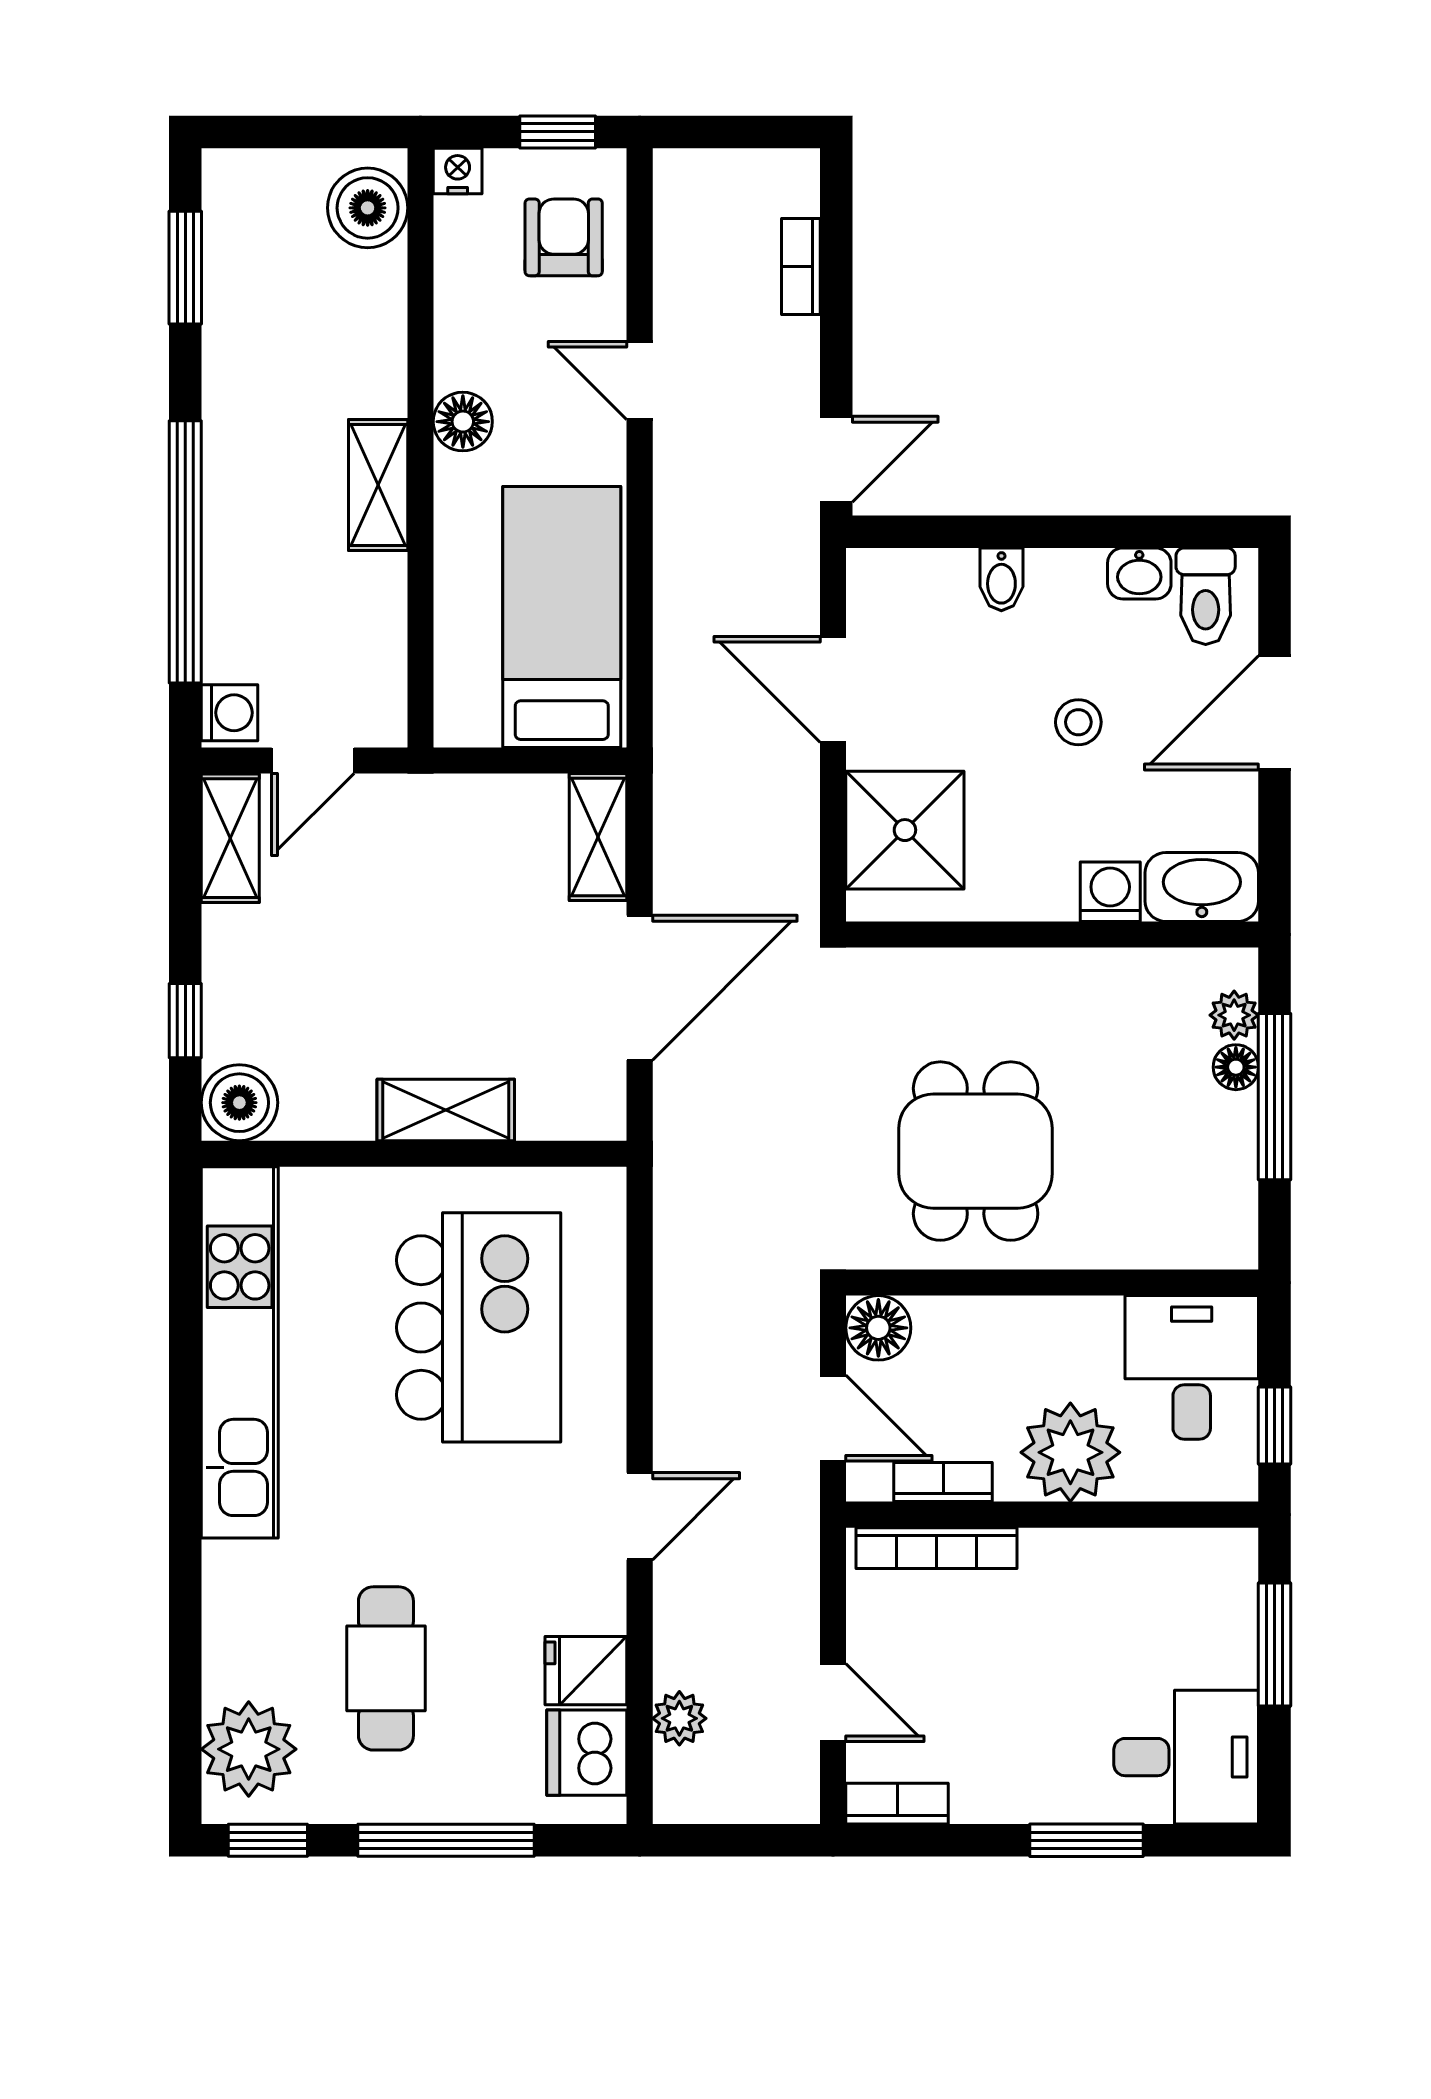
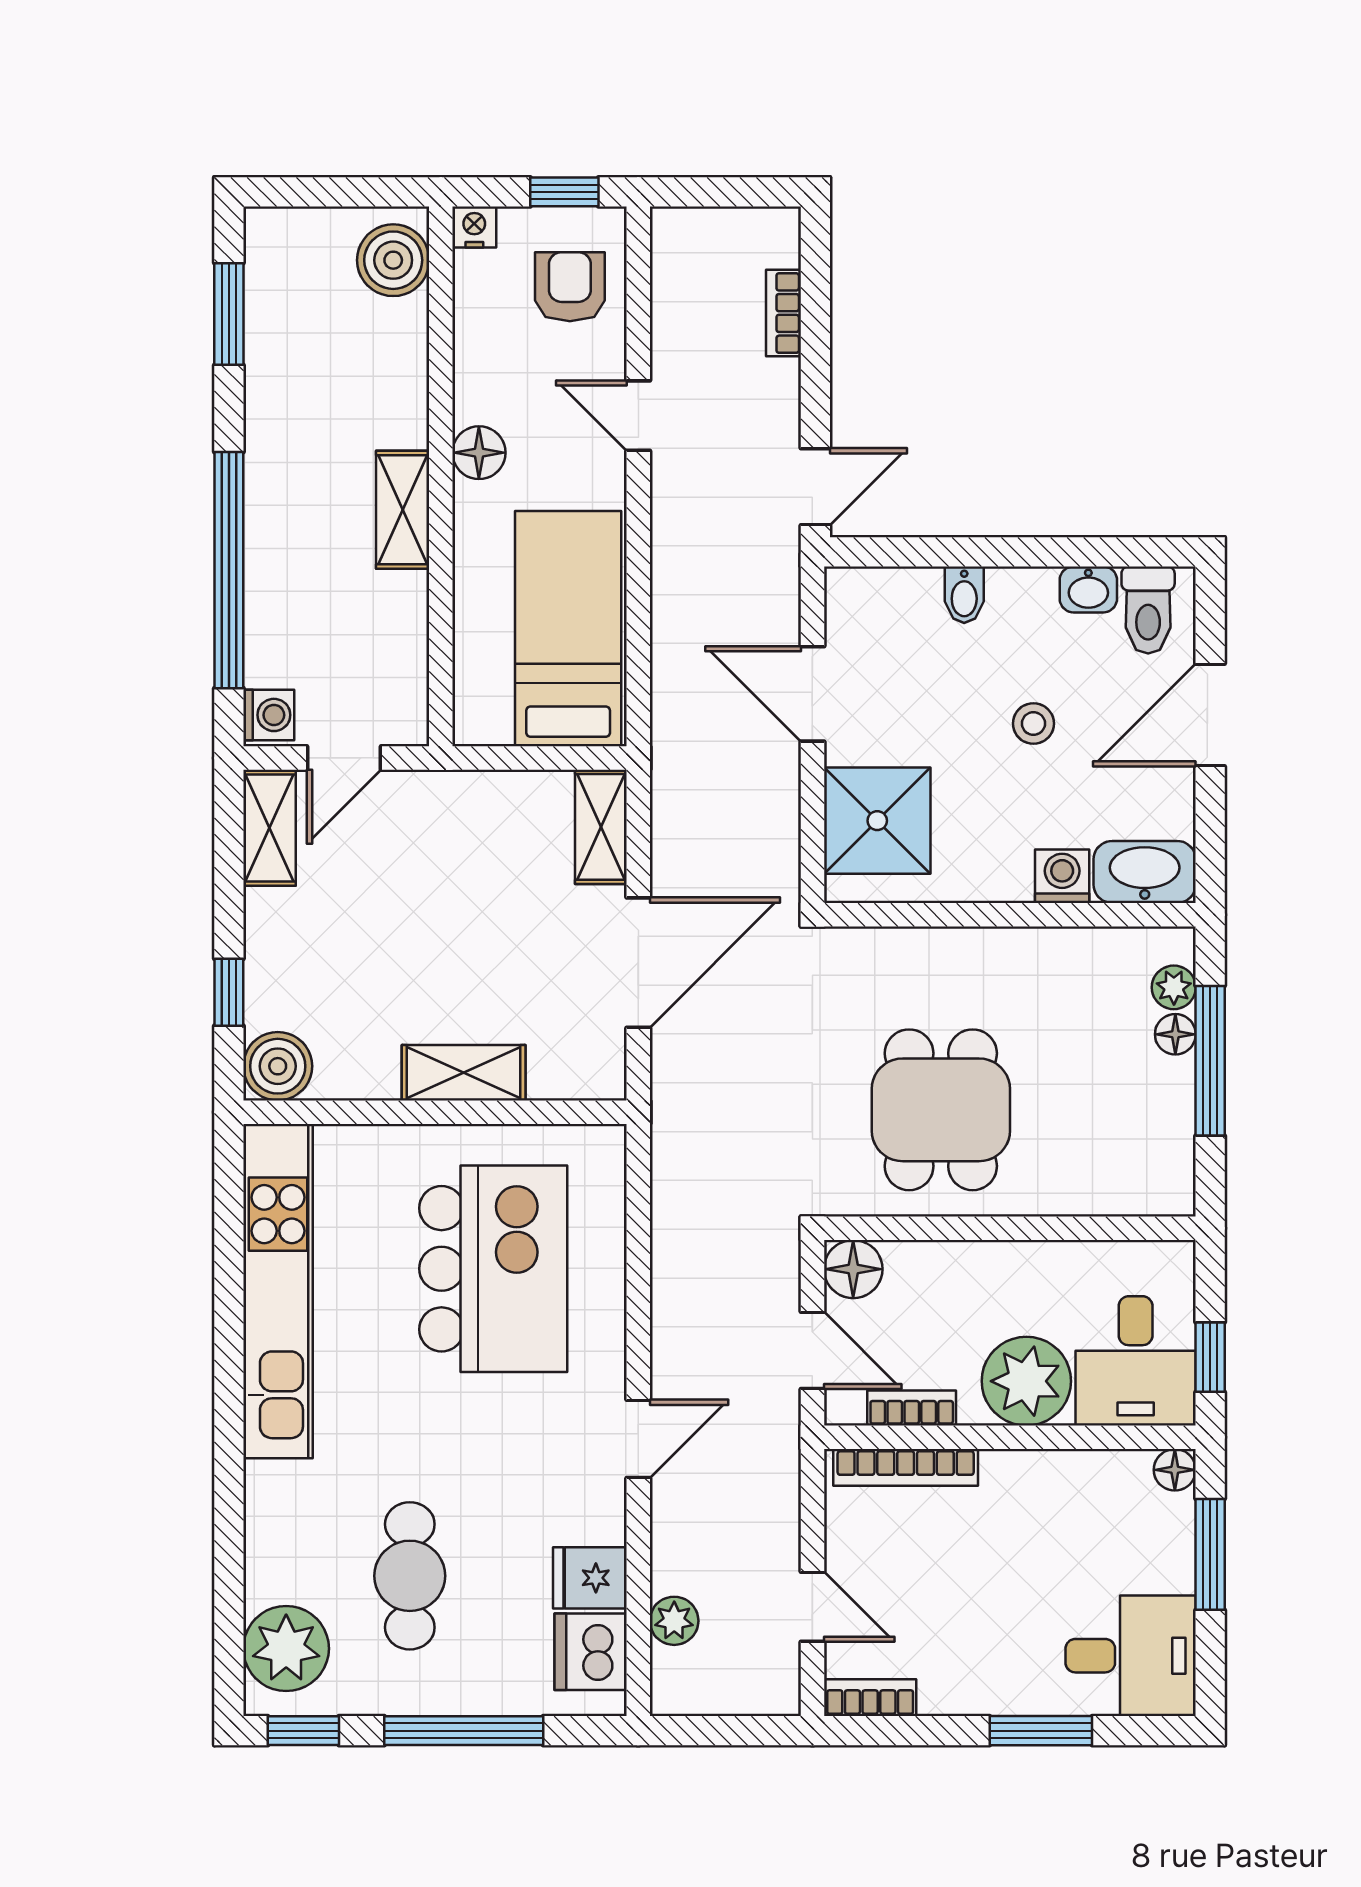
desk: (1192, 1367) -> (1136, 1361), moved, turned 180
floor lamp: (1235, 1551) -> (1175, 1470), added

